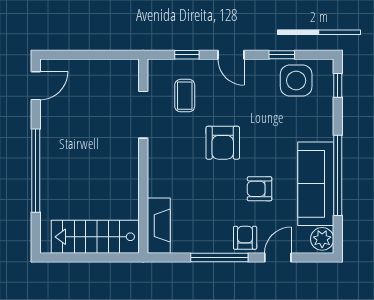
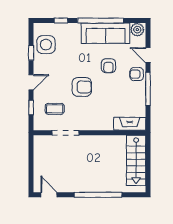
window: (338, 85) -> (61, 21), moved

